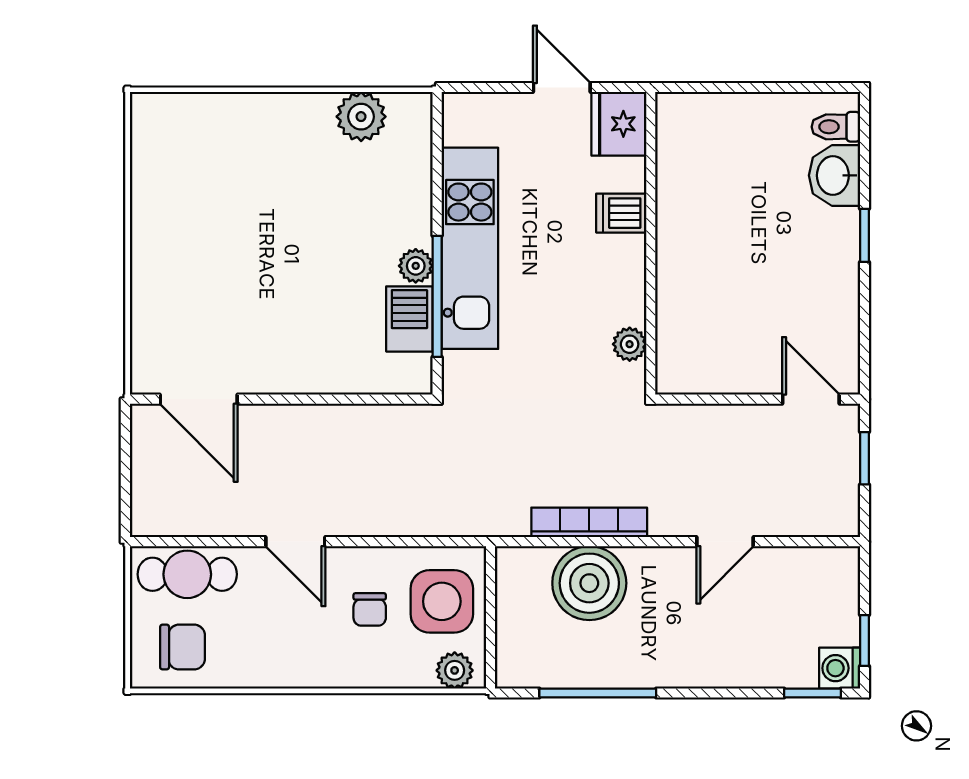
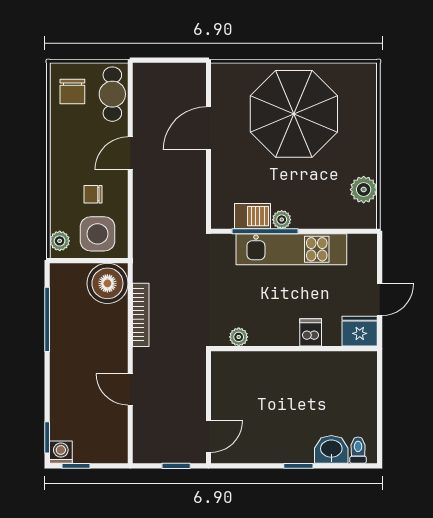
parasol: (223, 244) -> (294, 114), added
door: (199, 399) -> (208, 128), moved
boiler: (589, 583) -> (107, 283), moved

